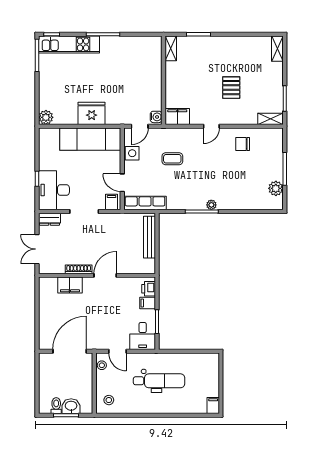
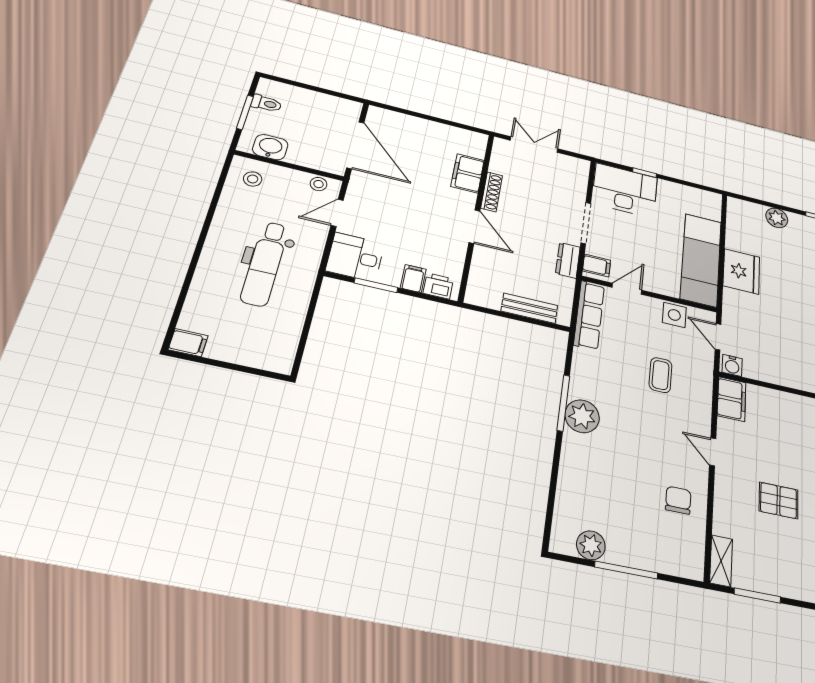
plant: (46, 117) -> (777, 218), moved
plant: (211, 205) -> (582, 416), width x1.88, depth x1.88
dresser: (49, 219) -> (568, 260), moved
bench: (149, 237) -> (529, 308), width x0.73
washbasin: (71, 406) -> (270, 147), moved, turned -90

